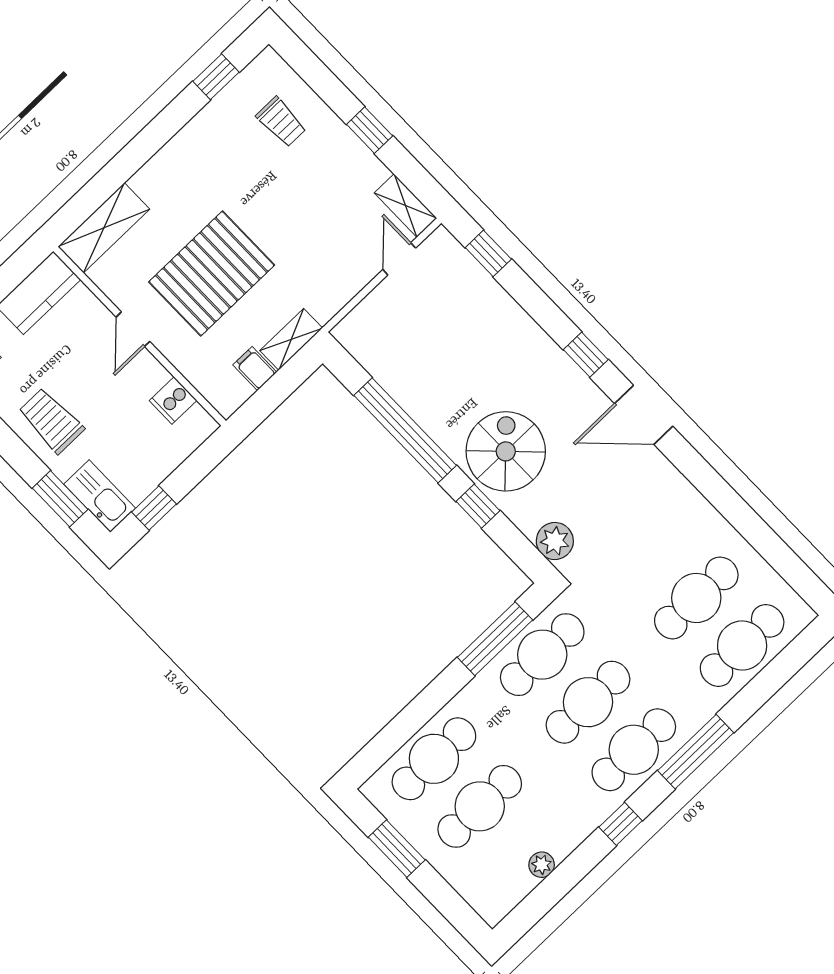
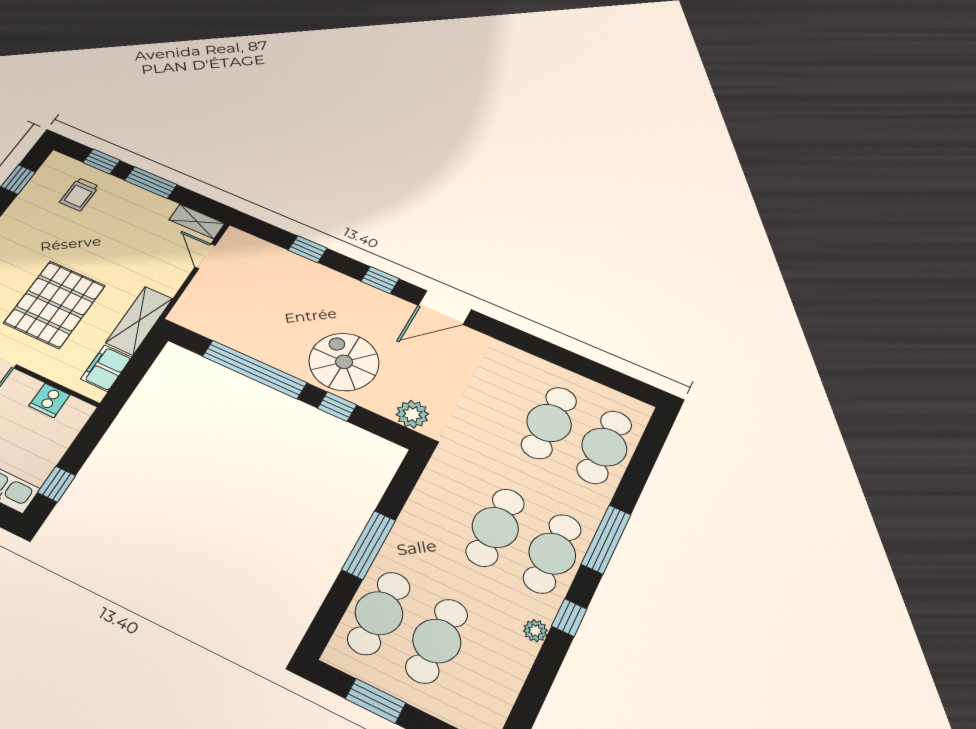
window: (321, 79) -> (101, 161), added
trolley: (281, 122) -> (79, 194), turned 90
window: (370, 130) -> (151, 182), width x1.50
window: (488, 253) -> (308, 249), moved
shelving: (291, 339) -> (139, 321), width x1.50, depth x1.33
filing cabinet: (255, 369) -> (106, 368), width x2.00
window: (495, 639) -> (369, 545), moved
cafe table: (542, 655) -> (439, 502), removed
plant: (542, 865) -> (535, 631), moved

